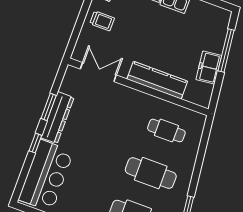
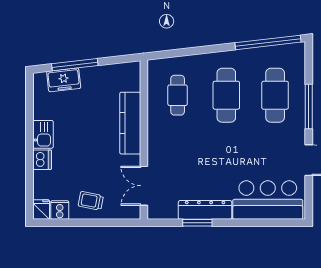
trolley: (102, 21) -> (91, 201), turned -79
freezer: (209, 68) -> (64, 80), moved
window: (35, 143) -> (239, 223), removed

